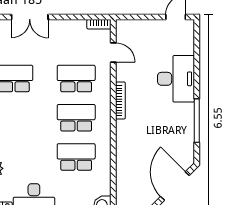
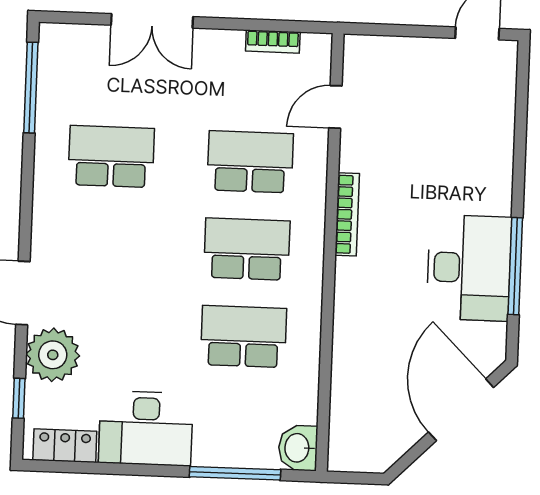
bookcase: (99, 24) -> (273, 42), moved
door: (113, 52) -> (335, 107), swing flipped
desk: (176, 79) -> (469, 268), moved

